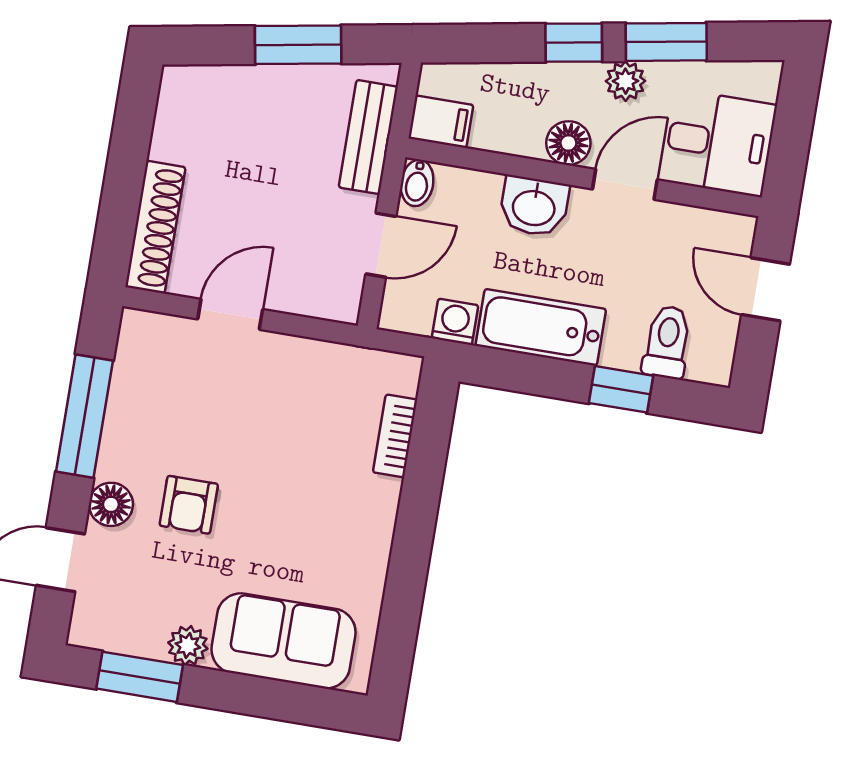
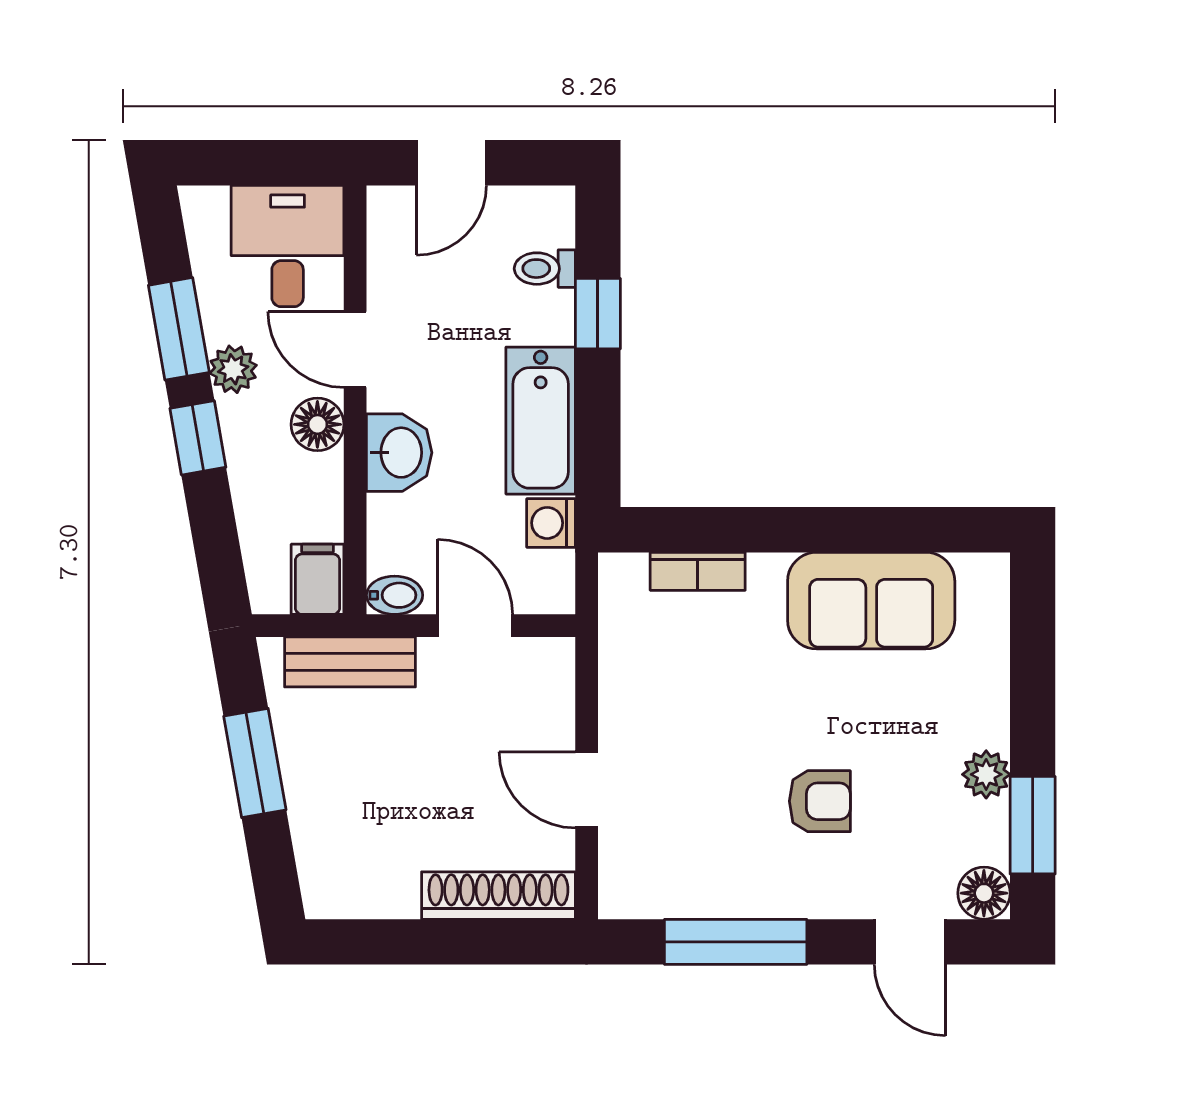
toilet: (667, 342) -> (545, 269), width x0.73, depth x0.72
floor lamp: (111, 504) -> (984, 893), moved
sofa: (284, 641) -> (871, 601), moved, turned -90

